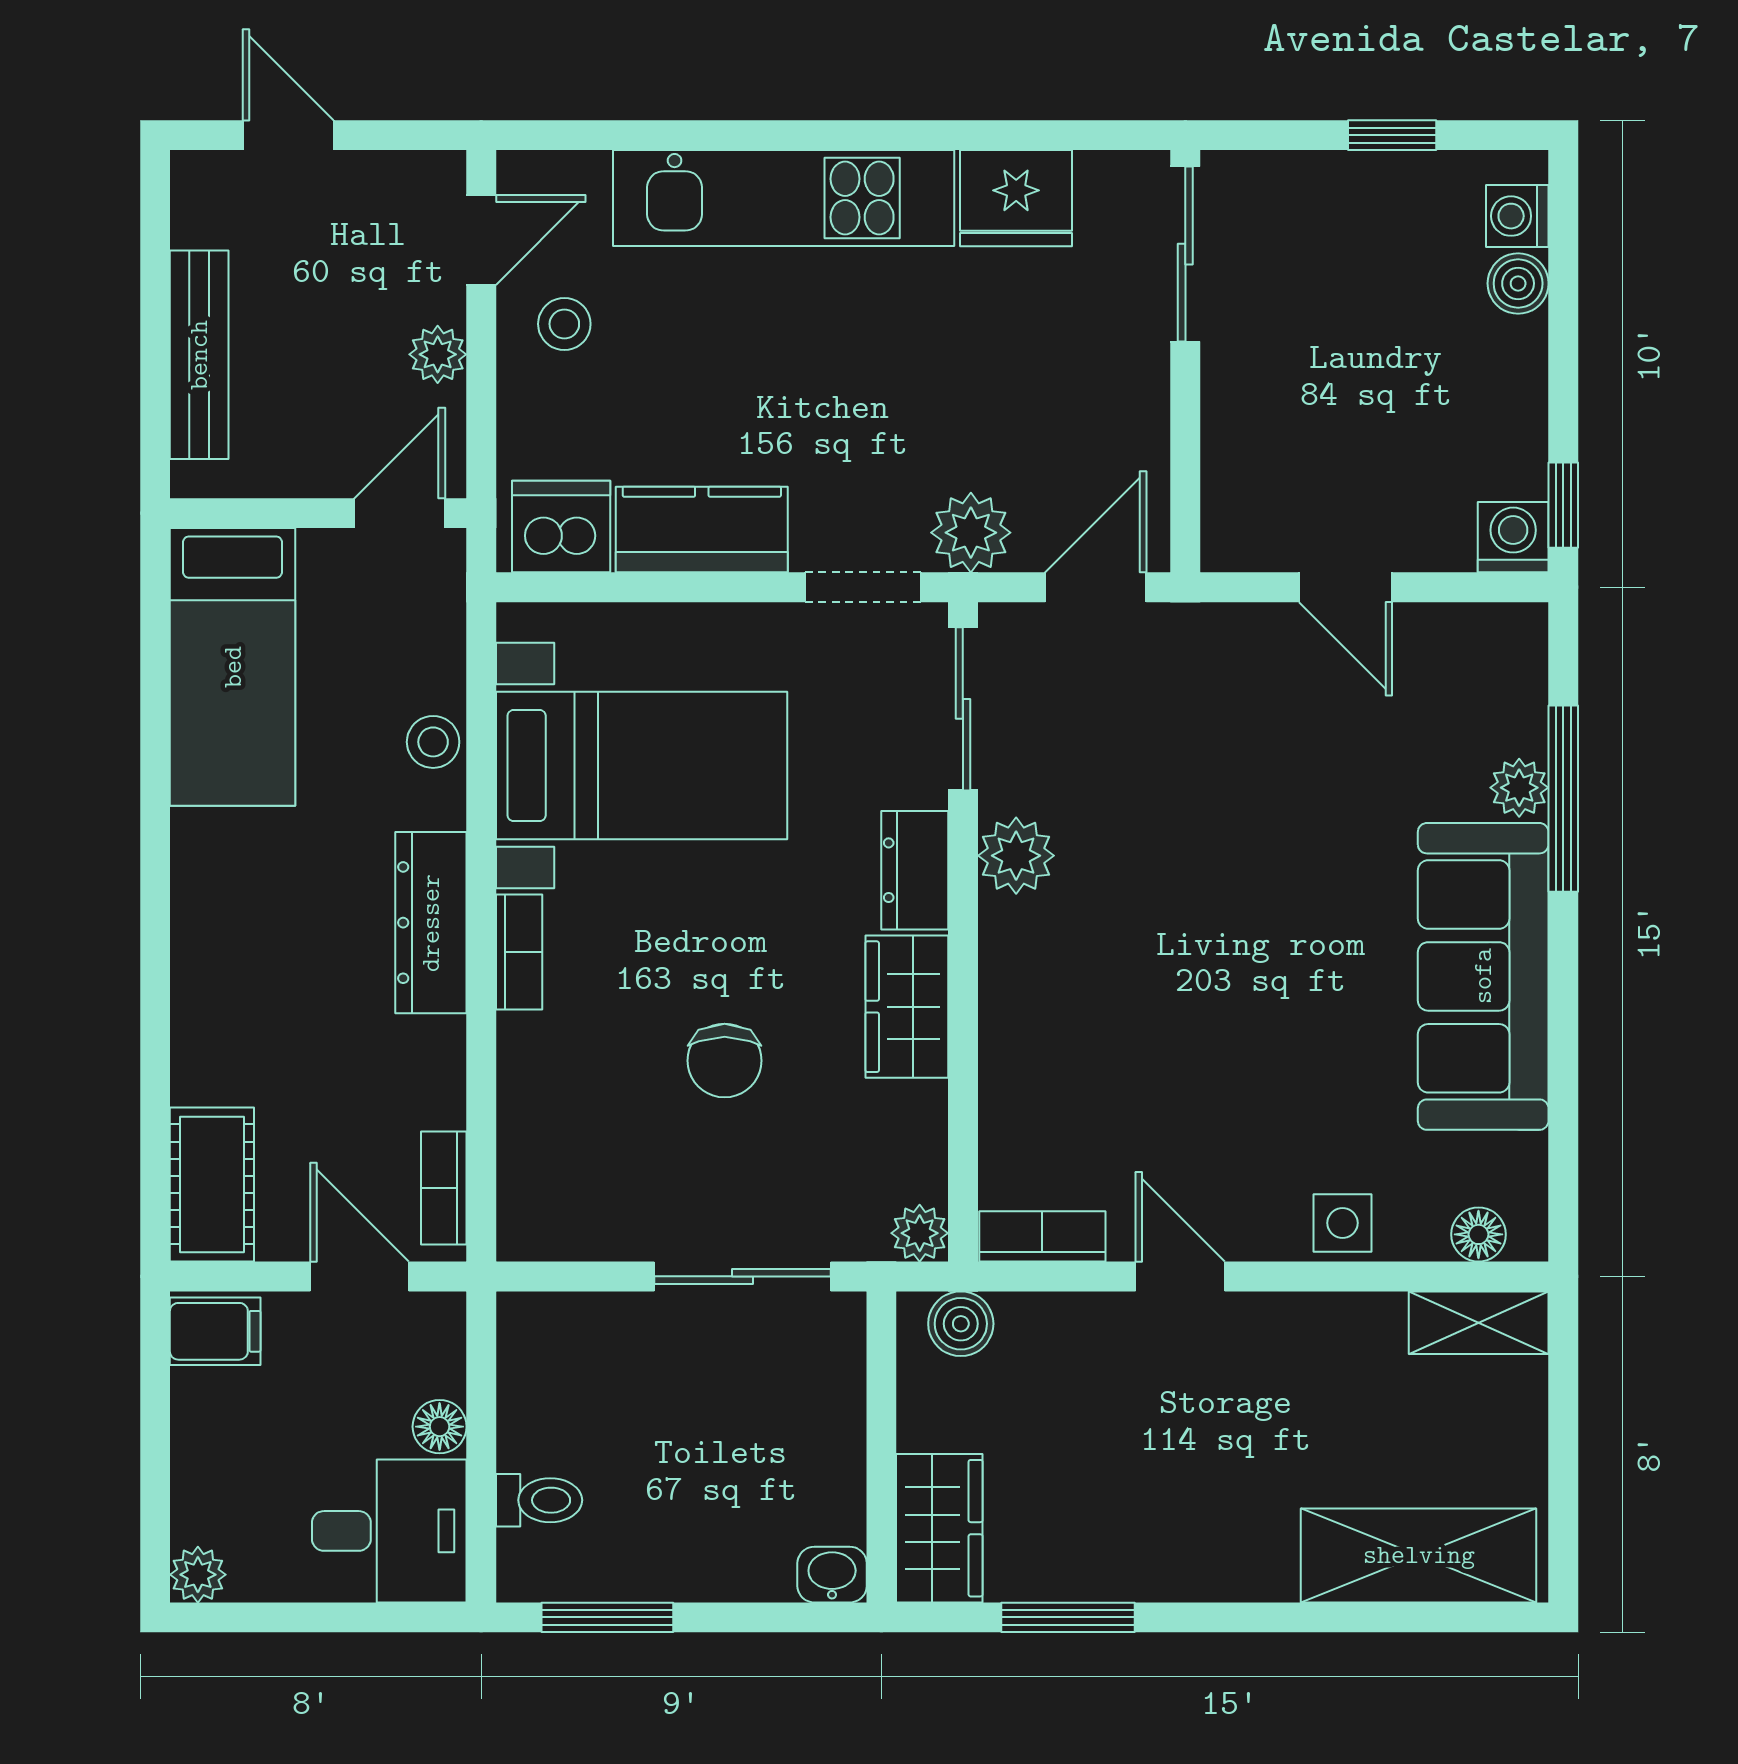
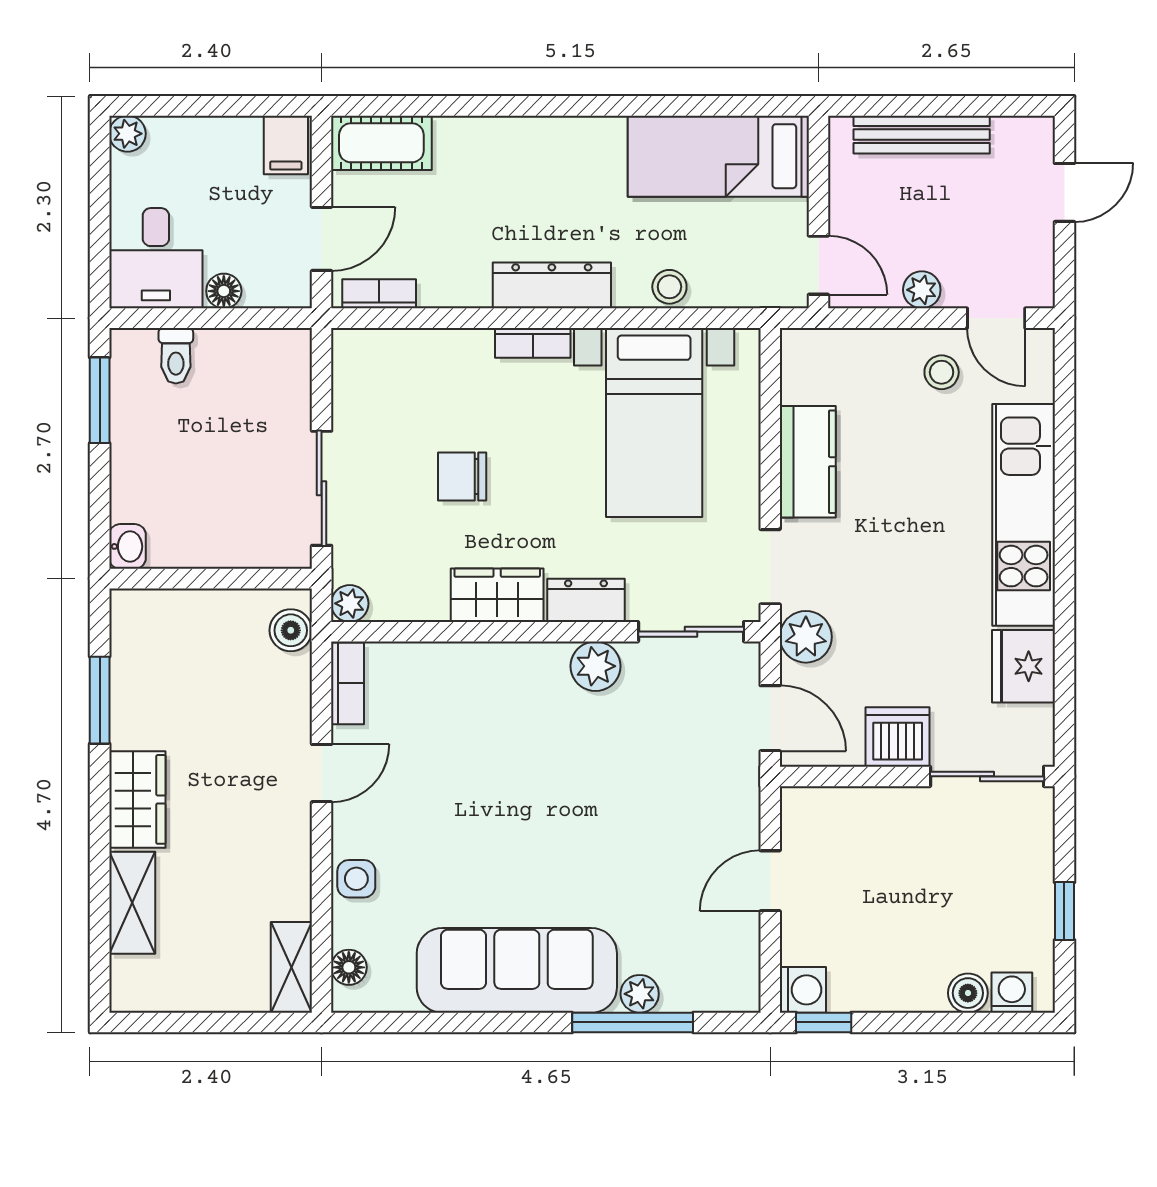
dishwasher: (561, 527) -> (898, 737), moved, turned -90
wardrobe: (939, 1528) -> (137, 799), moved, turned -90
shelving: (1419, 1555) -> (132, 903), width x0.67, depth x0.75

